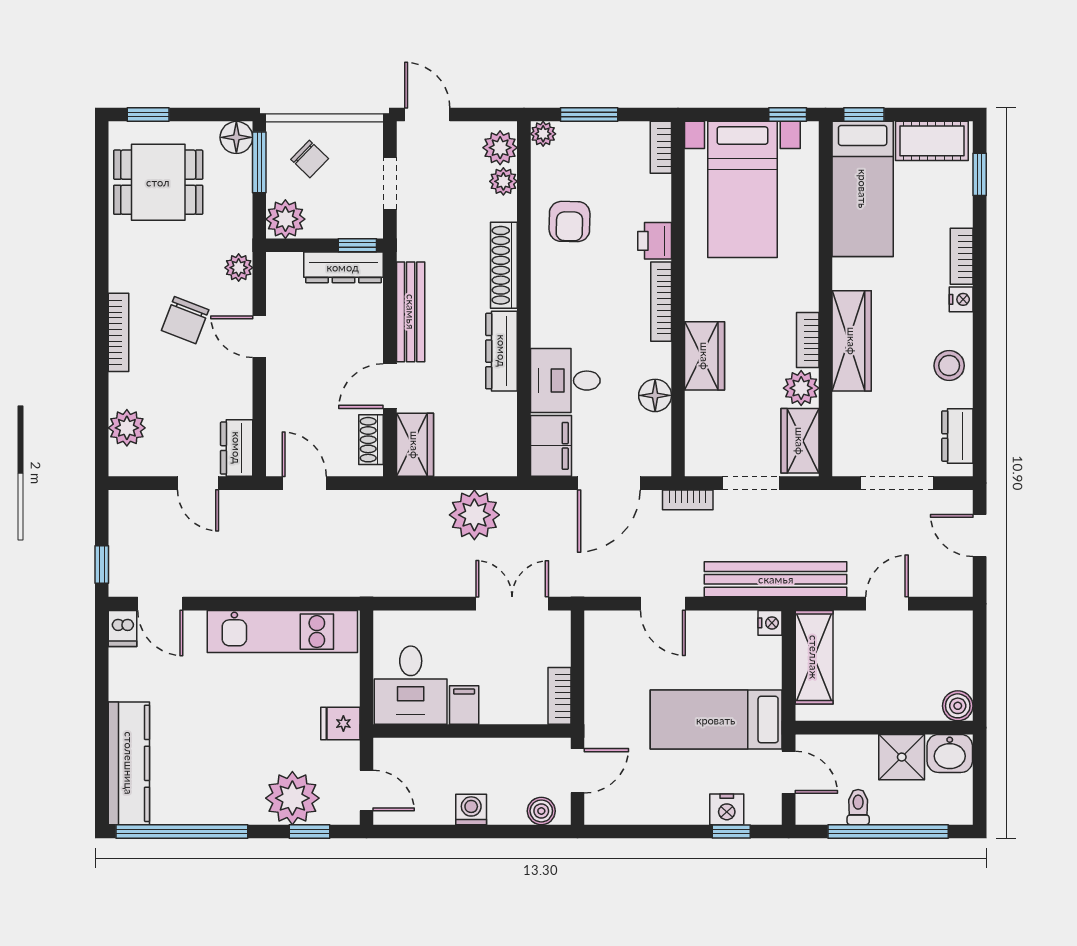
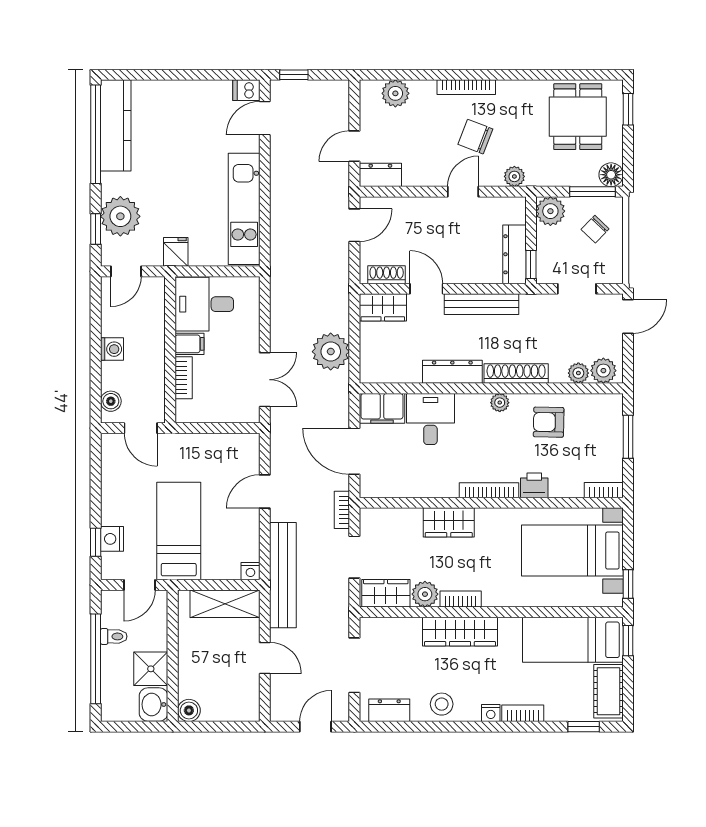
plant: (543, 134) -> (500, 403), moved
floor lamp: (655, 395) -> (419, 486), removed
bookcase: (559, 696) -> (184, 378), moved, turned 90
kitchen counter: (129, 763) -> (116, 125), moved, turned -90

